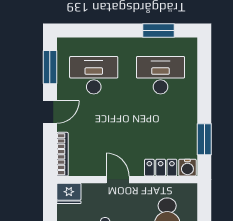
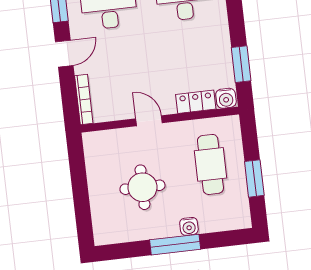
fridge: (69, 193) -> (96, 143), removed

